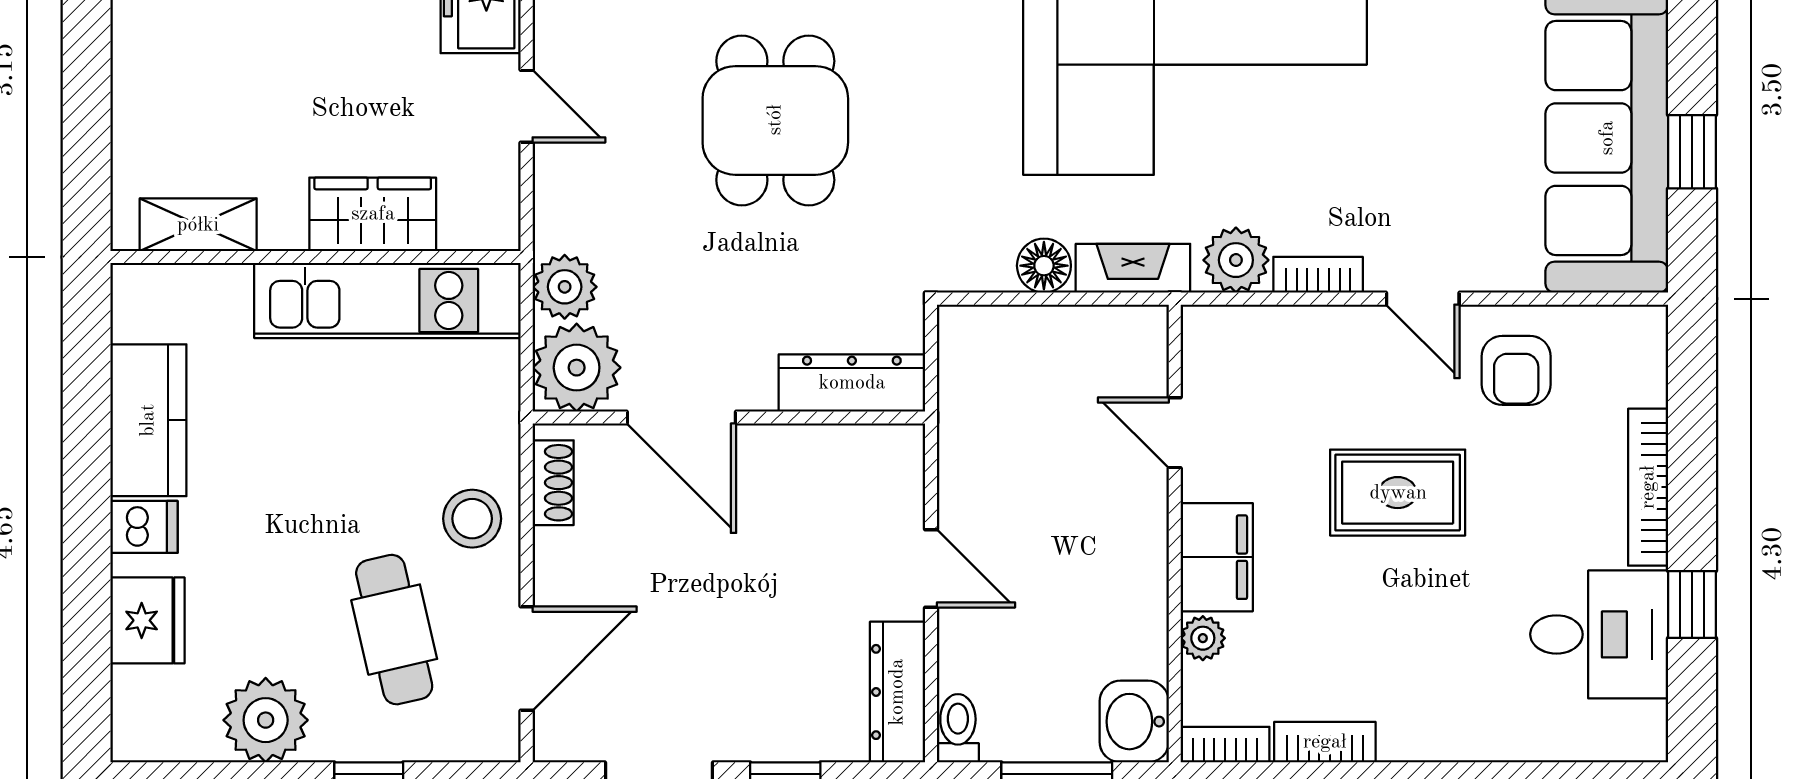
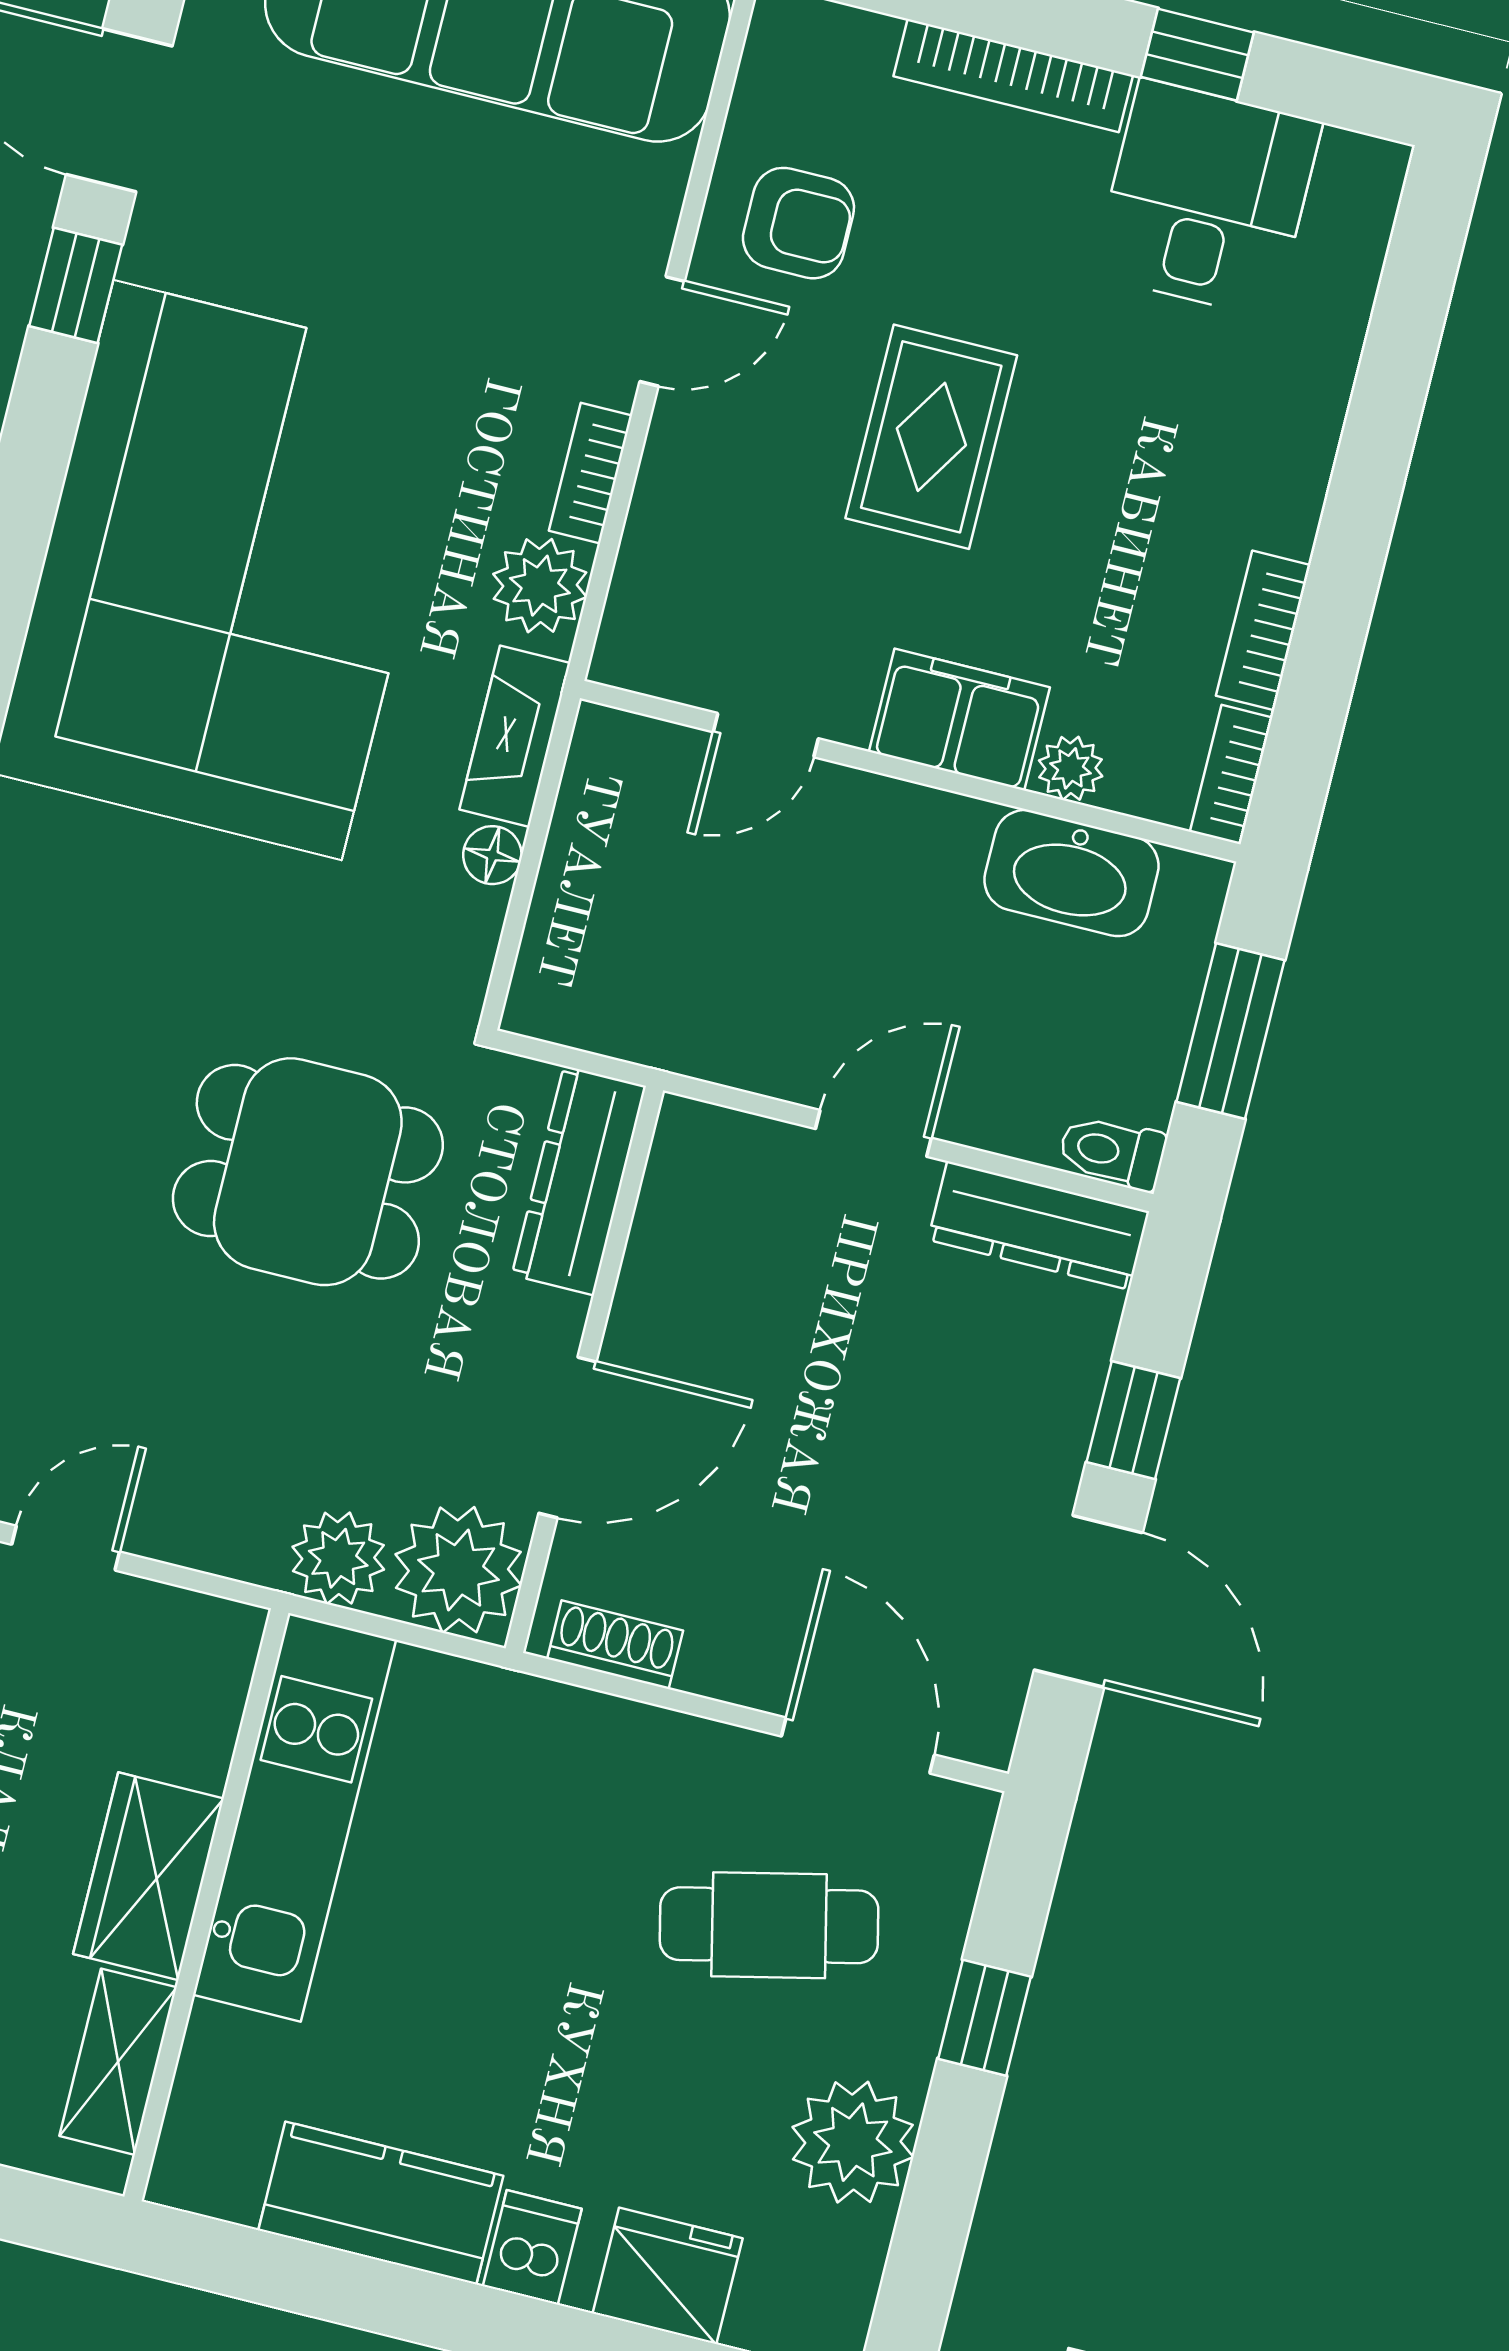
dining table: (775, 120) -> (308, 1172), moved
wardrobe: (373, 214) -> (148, 1876), moved
floor lamp: (1044, 266) -> (492, 855), width x0.73, depth x0.73
stool: (472, 519) -> (638, 1774), removed
washbasin: (1134, 722) -> (1071, 873), moved, width x1.38

